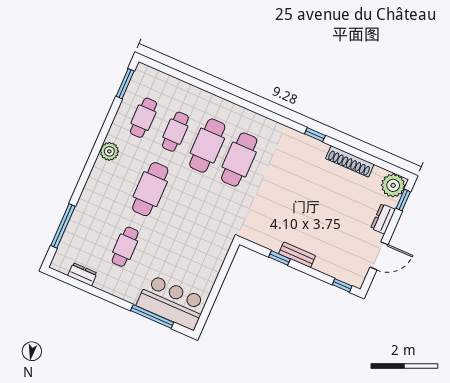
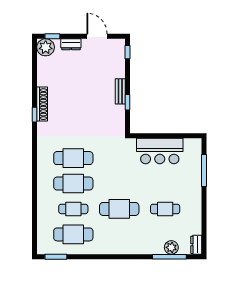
cafe table: (143, 118) -> (73, 234), width x1.37, depth x1.35
plant: (109, 151) -> (171, 247), moved
shoe rack: (350, 161) -> (42, 104), moved
dresser: (82, 274) -> (196, 245), moved
bar counter: (172, 302) -> (160, 151), moved, turned -90

